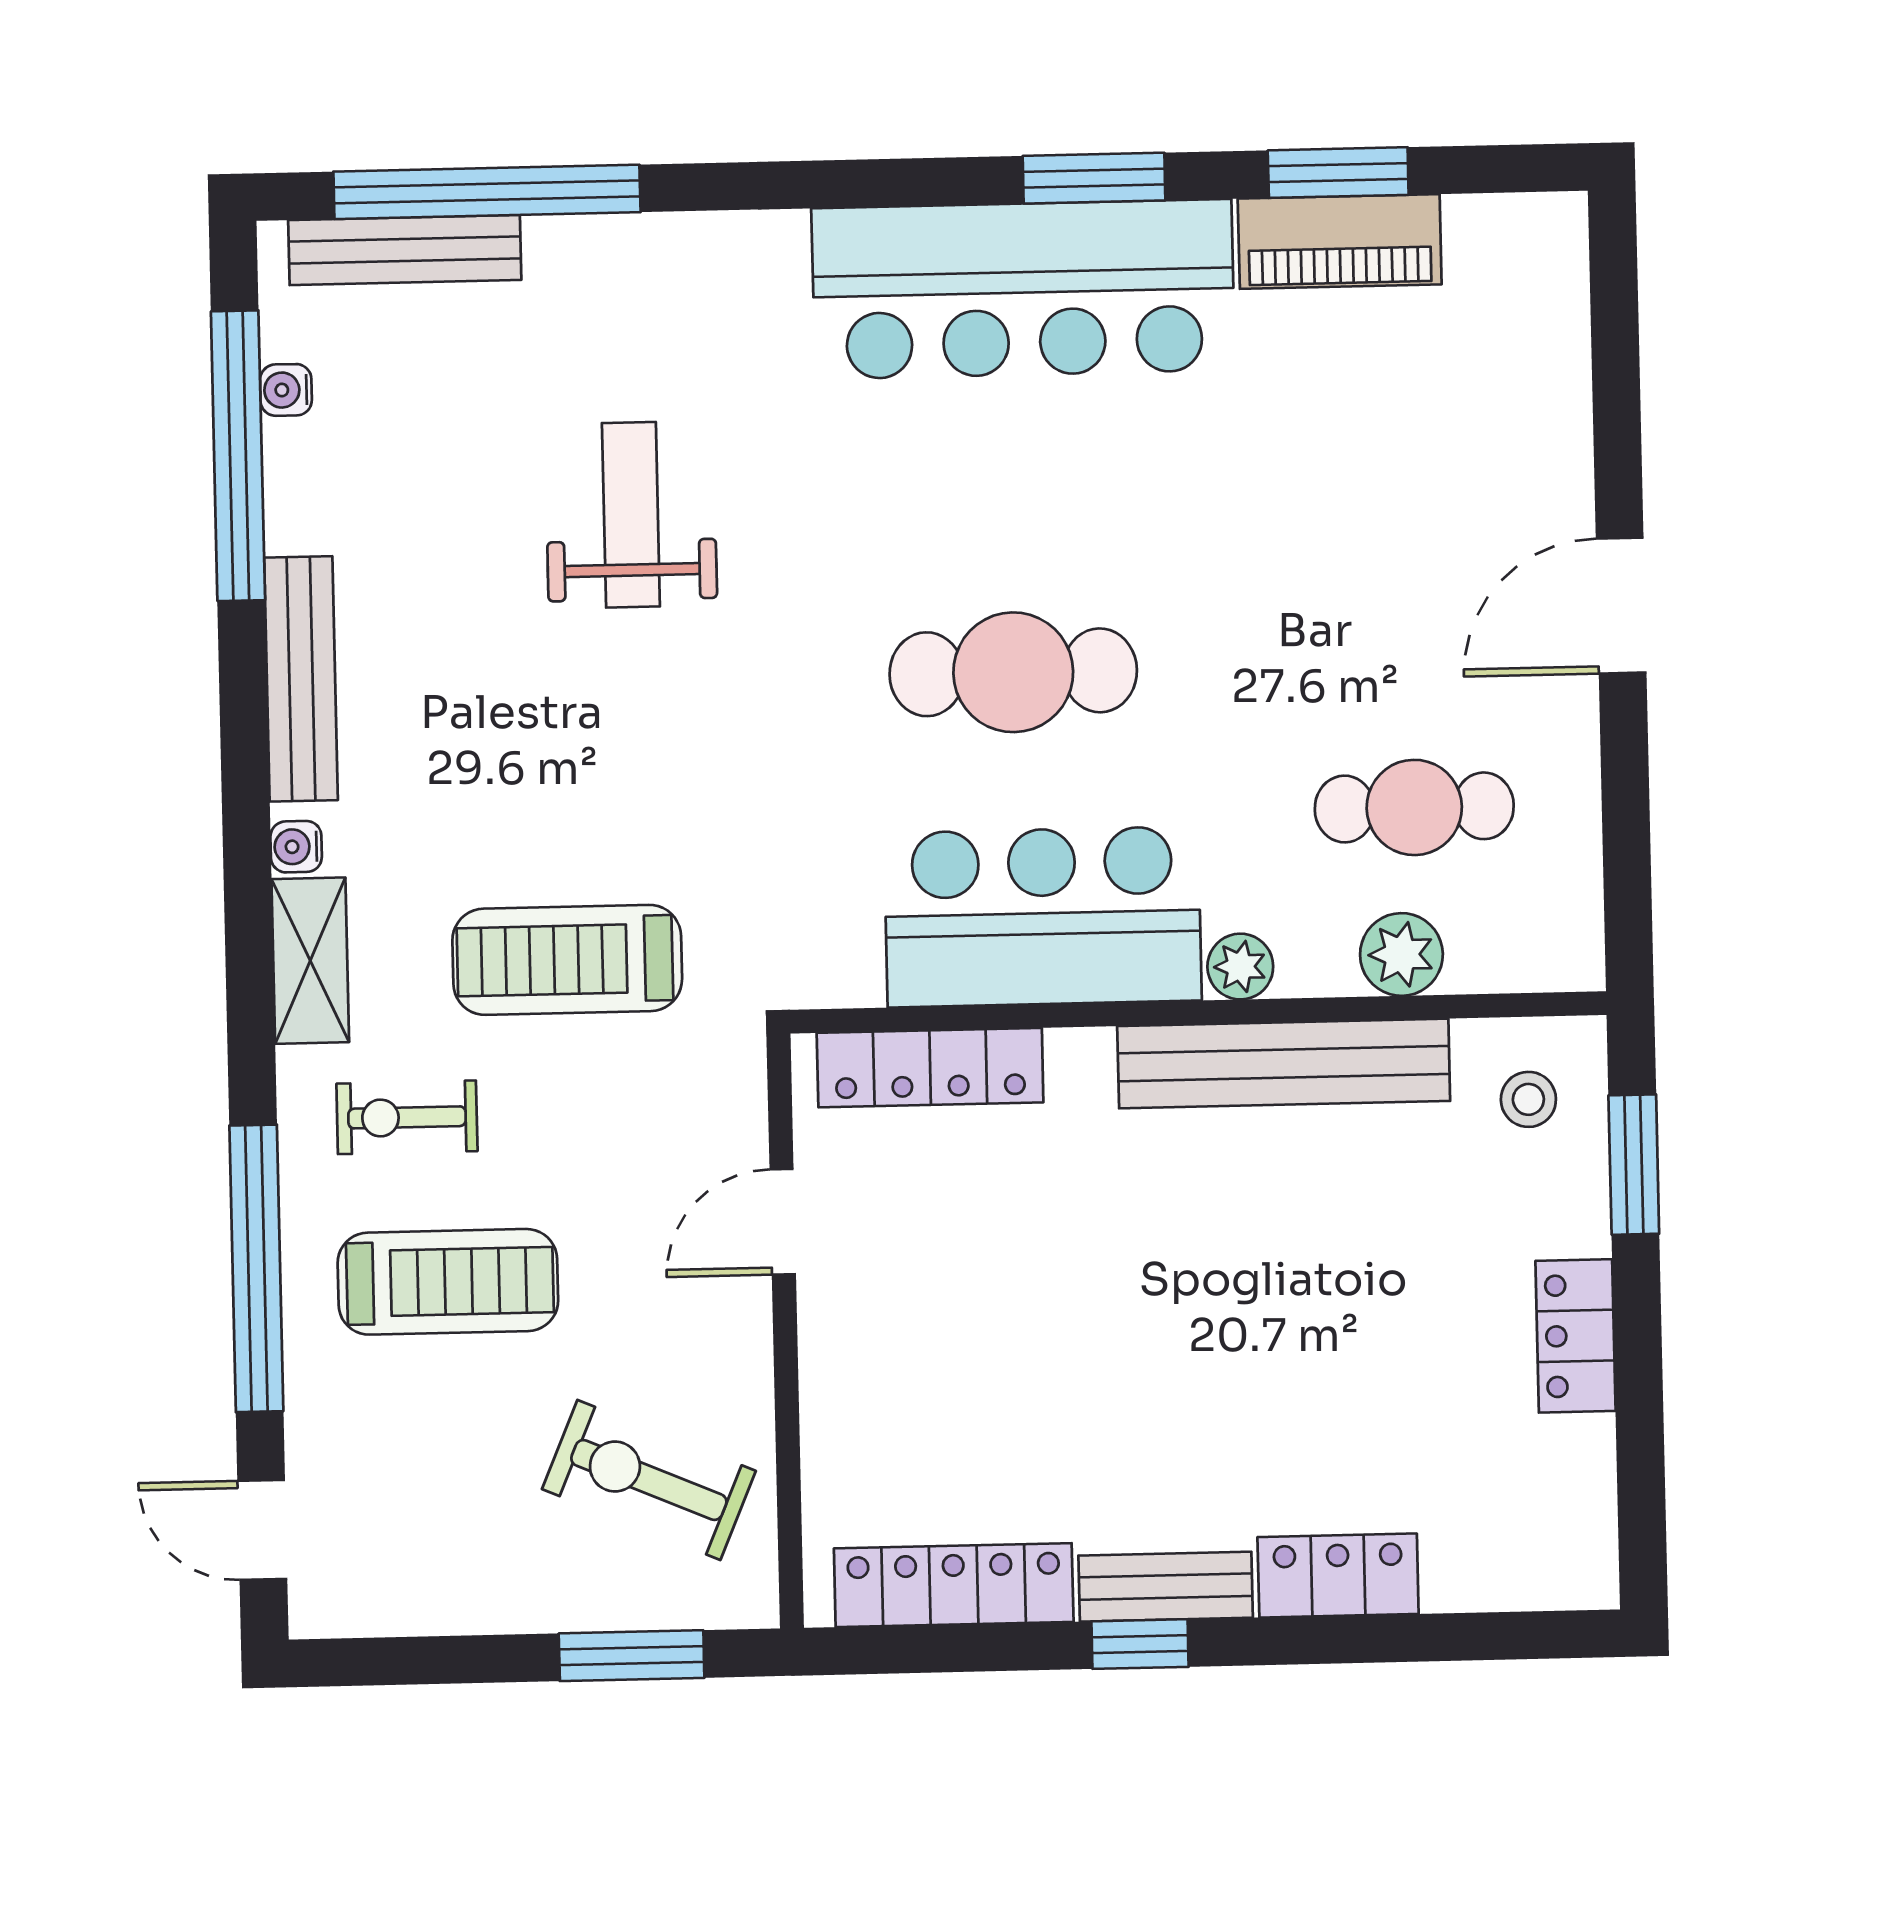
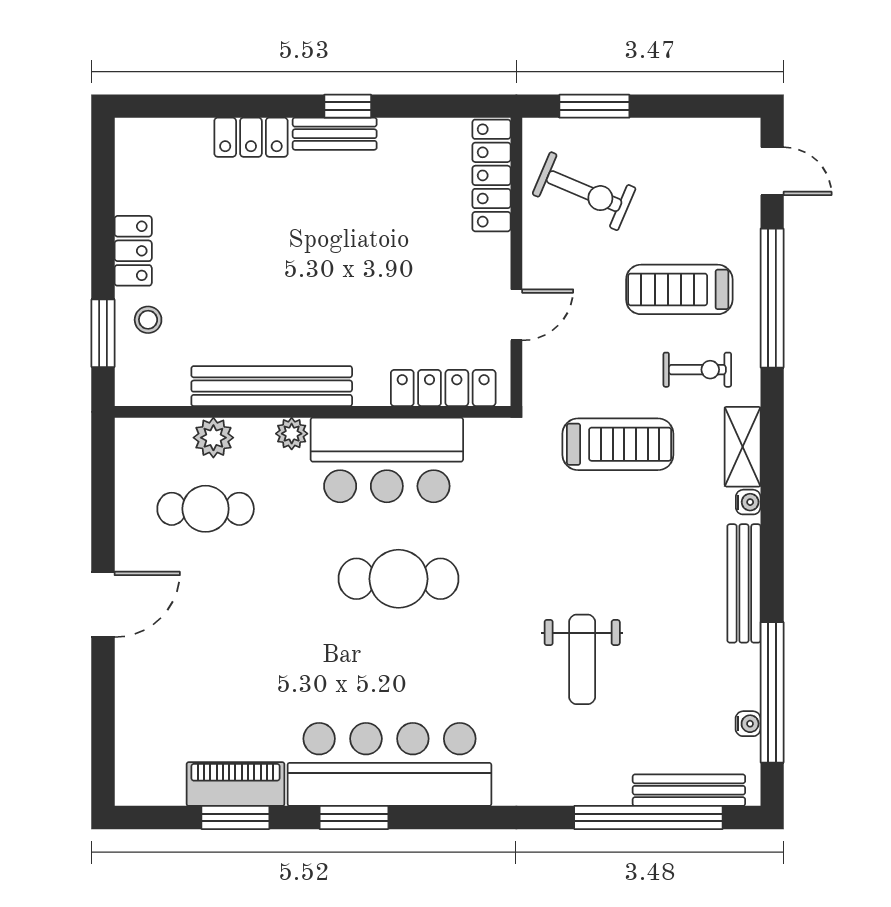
stool: (1528, 1099) -> (148, 320), moved
locker: (954, 1585) -> (491, 175), moved, turned 90

